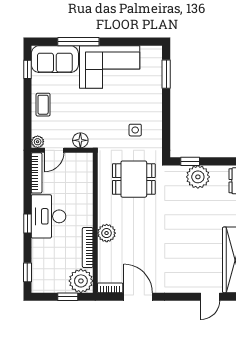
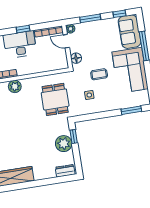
coffee table: (43, 105) -> (99, 74), moved
window: (27, 111) -> (90, 18), added
window: (27, 224) -> (23, 29), moved

